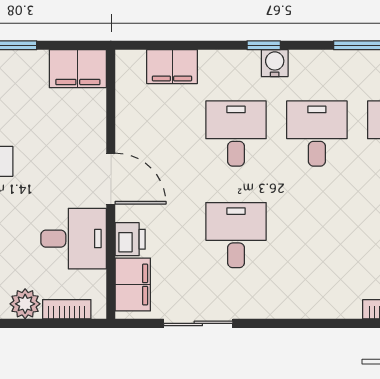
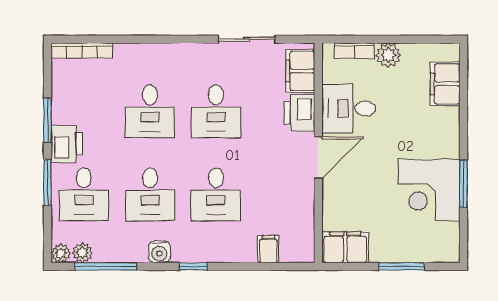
water cooler: (275, 63) -> (159, 252), moved
filing cabinet: (172, 67) -> (268, 249), width x0.50
door: (111, 179) -> (318, 157), swing flipped
desk: (317, 235) -> (150, 111), added
printer: (130, 239) -> (300, 113), width x1.36, depth x1.24

